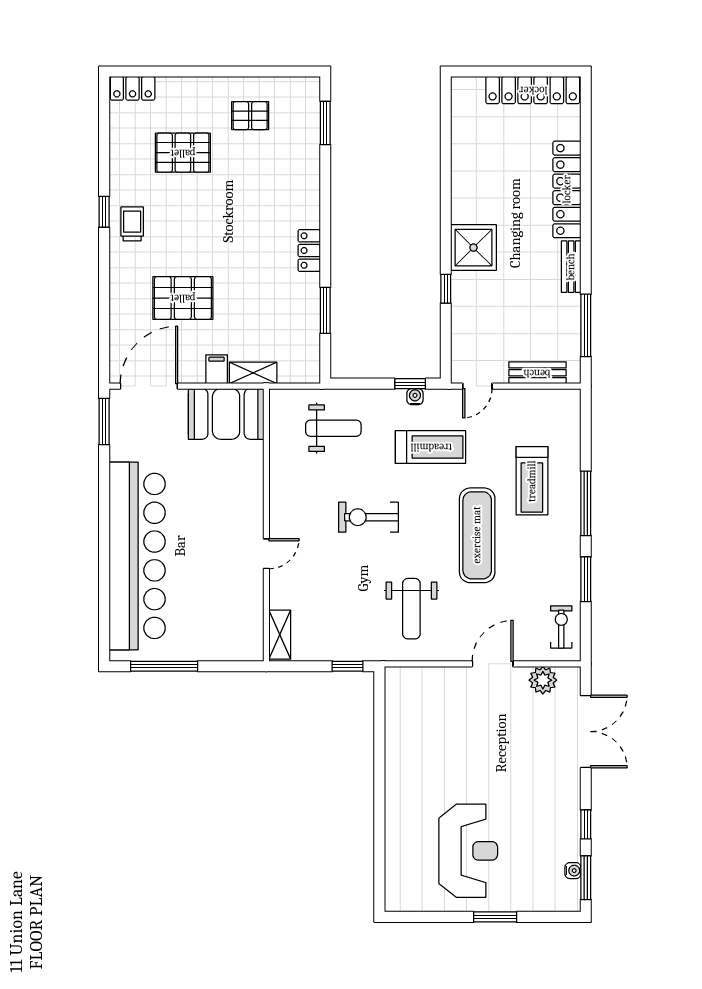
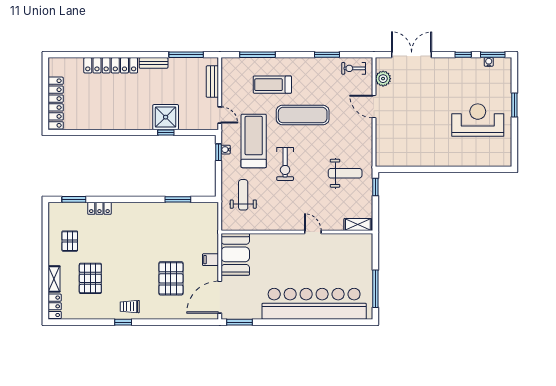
locker: (533, 90) -> (56, 103), moved
shower: (473, 248) -> (166, 117), moved
locker: (309, 251) -> (99, 208), moved
shelving: (253, 373) -> (54, 279), moved
door: (149, 386) -> (220, 297), hinge flipped
treadmill: (431, 447) -> (254, 141), width x1.37, depth x1.38
treadmill: (532, 481) -> (272, 85), turned 180
window: (586, 503) -> (257, 55), moved
exercise bike: (369, 517) -> (285, 164), moved
weight bench: (411, 609) -> (345, 173), moved

